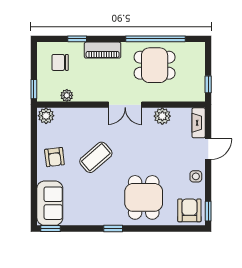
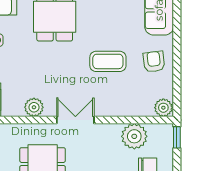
plant: (67, 95) -> (134, 136), width x1.88, depth x1.88
coffee table: (96, 157) -> (108, 61), turned 41

